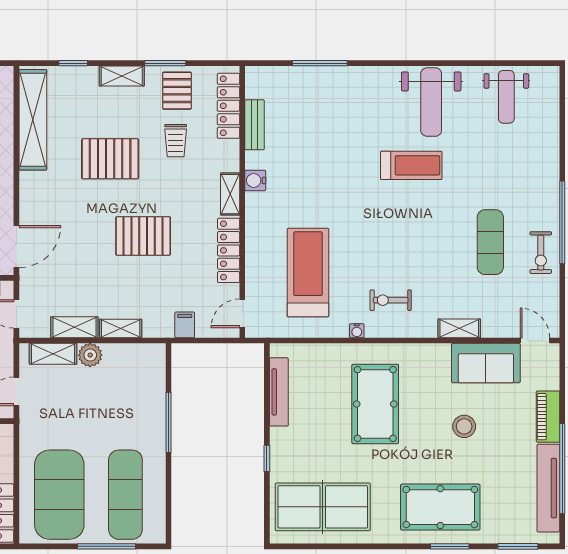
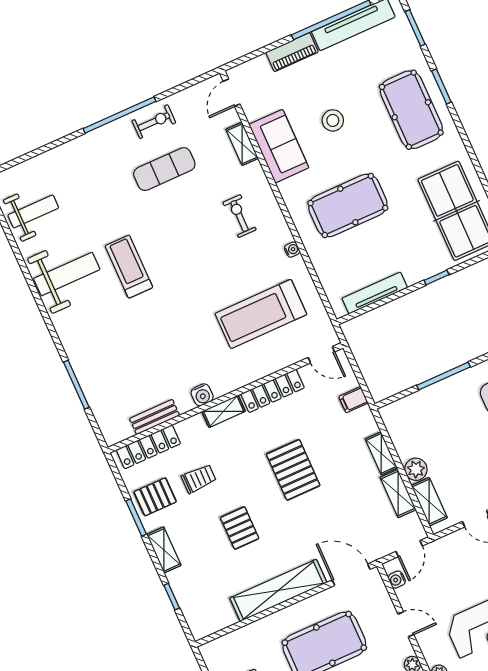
shelving: (33, 120) -> (278, 590), moved
pallet: (110, 159) -> (240, 528), width x0.67, depth x0.71
exercise bike: (391, 300) -> (239, 216), moved, turned 180
shelving: (459, 328) -> (242, 144), moved
sofa: (486, 363) -> (279, 146), moved

